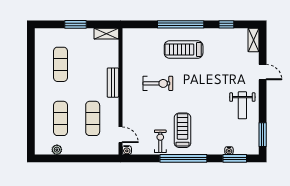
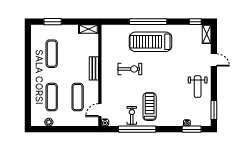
window: (76, 24) -> (53, 22), moved
window: (226, 24) -> (195, 22), moved
treadmill: (184, 50) -> (150, 42), width x1.37, depth x1.38
door: (120, 135) -> (100, 110), swing flipped
window: (183, 158) -> (137, 129), moved

